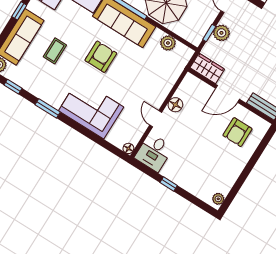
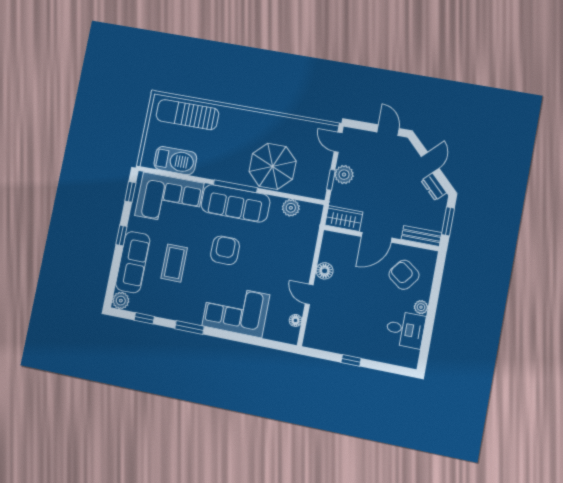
coffee table: (55, 51) -> (174, 263), width x1.36, depth x1.30
armchair: (237, 132) -> (404, 275), turned 127
floor lamp: (128, 148) -> (295, 320), moved
desk: (154, 152) -> (405, 329), moved, turned -90
plant: (218, 199) -> (421, 307), moved

